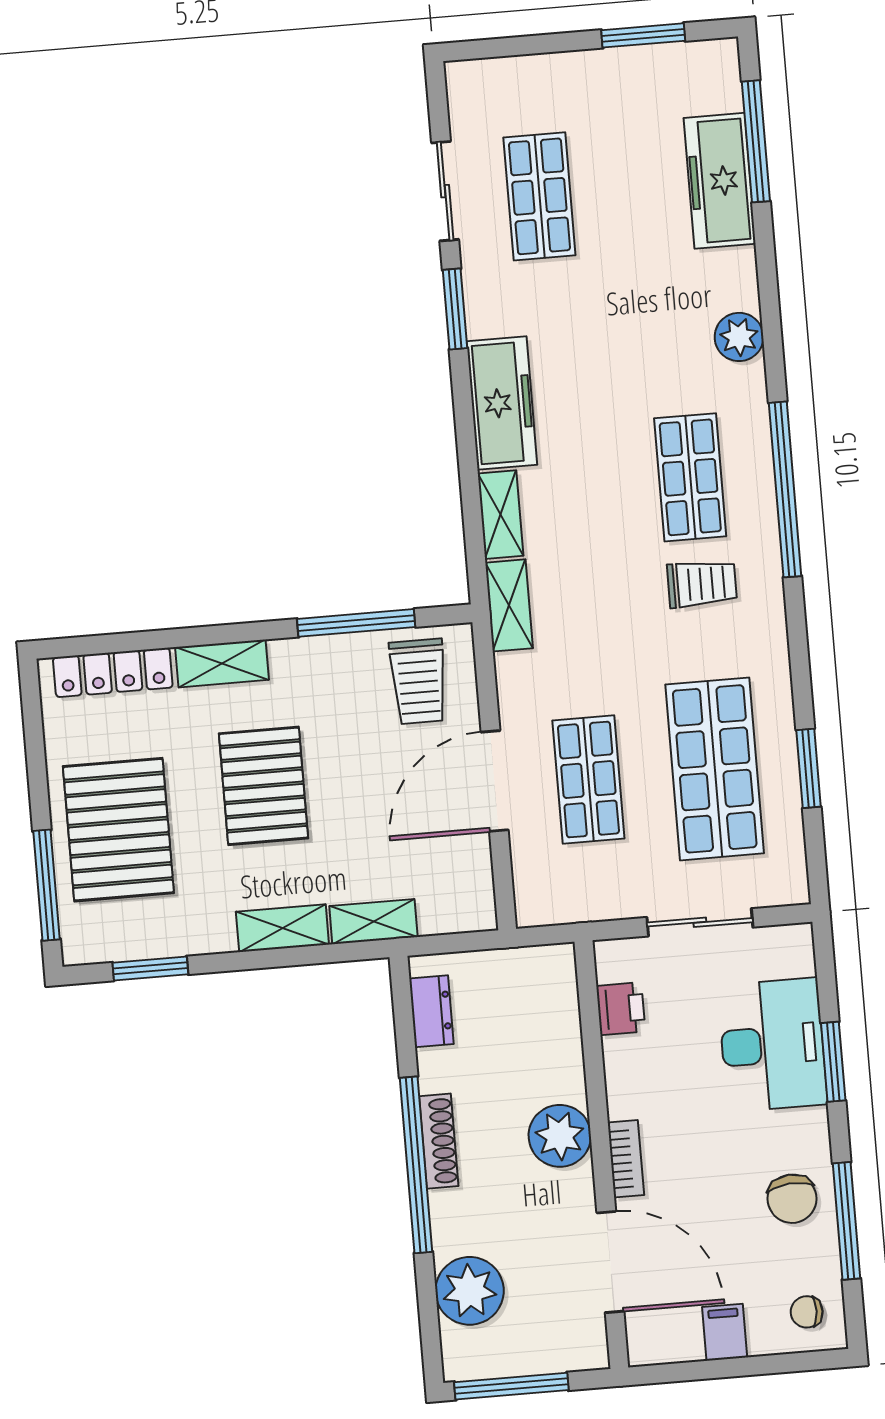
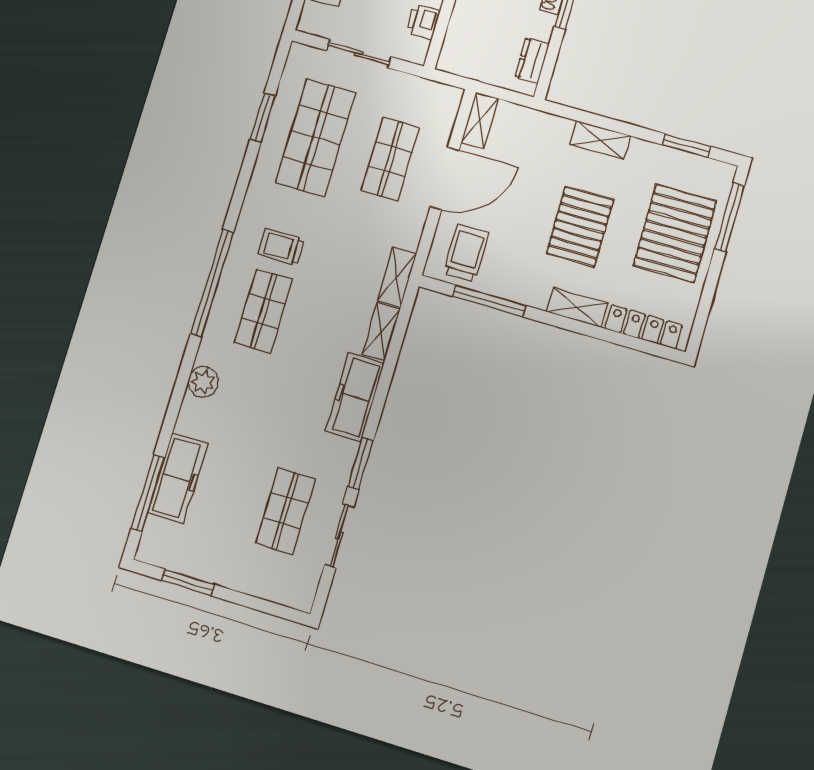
shelving: (373, 922) -> (480, 120), moved, turned 90

